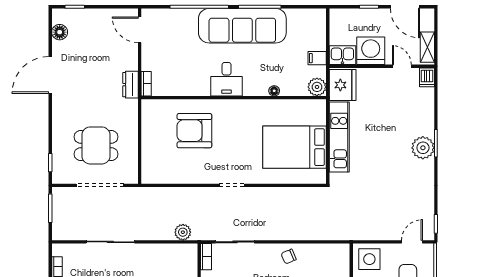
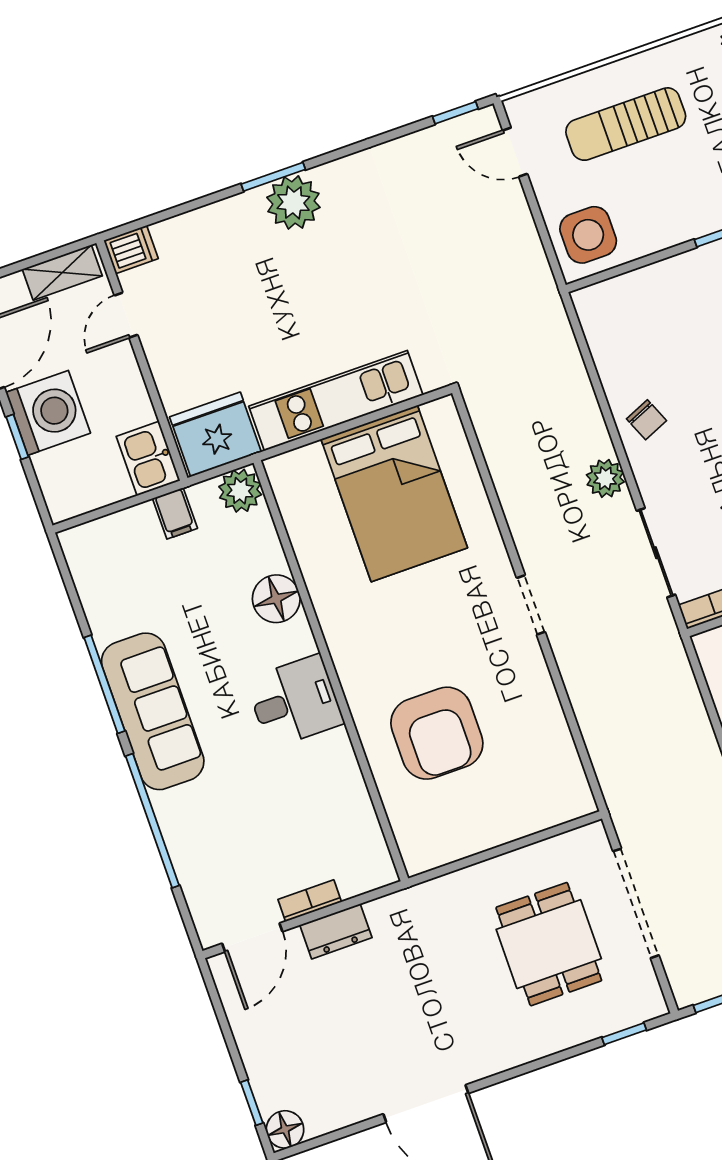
sofa: (242, 26) -> (153, 711), width x0.74, depth x0.79
floor lamp: (60, 32) -> (285, 1129), moved
washing machine: (371, 51) -> (48, 413), moved, turned 180
bookcase: (146, 84) -> (310, 901), moved
dresser: (130, 85) -> (336, 931), moved
floor lamp: (274, 91) -> (276, 599), width x1.89, depth x1.89
plant: (183, 232) -> (605, 478), moved

